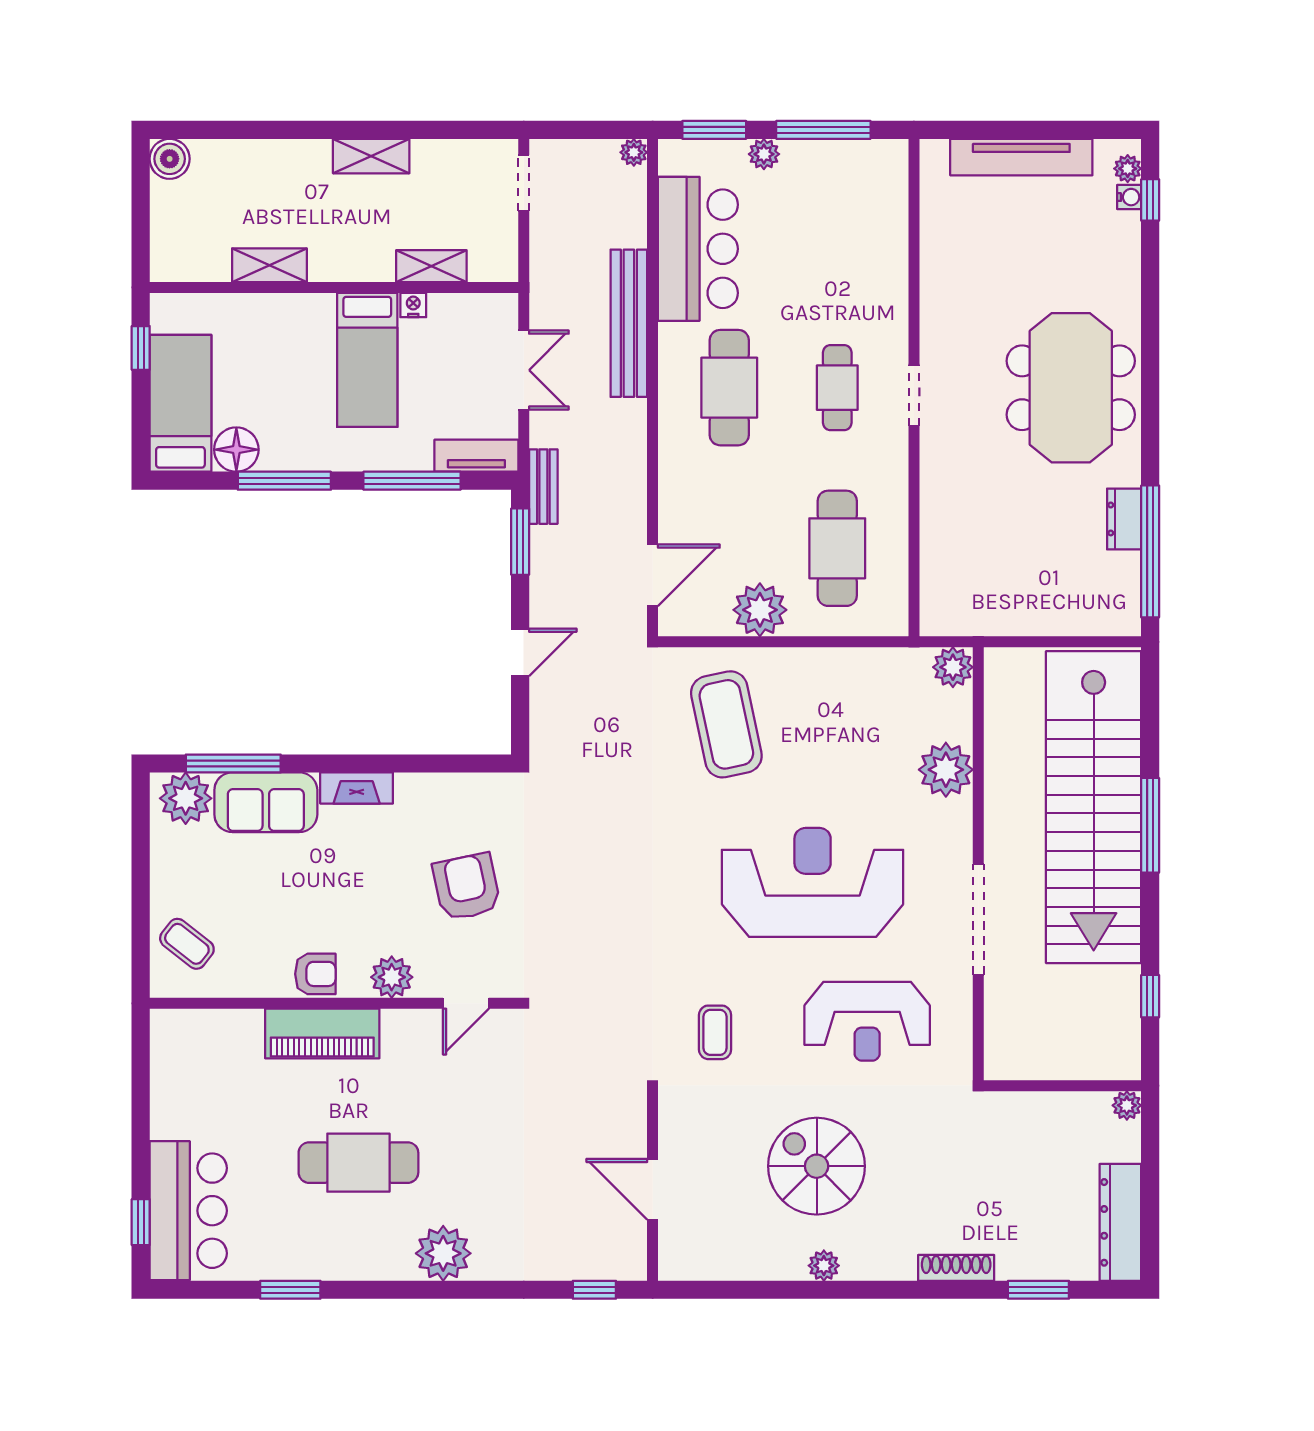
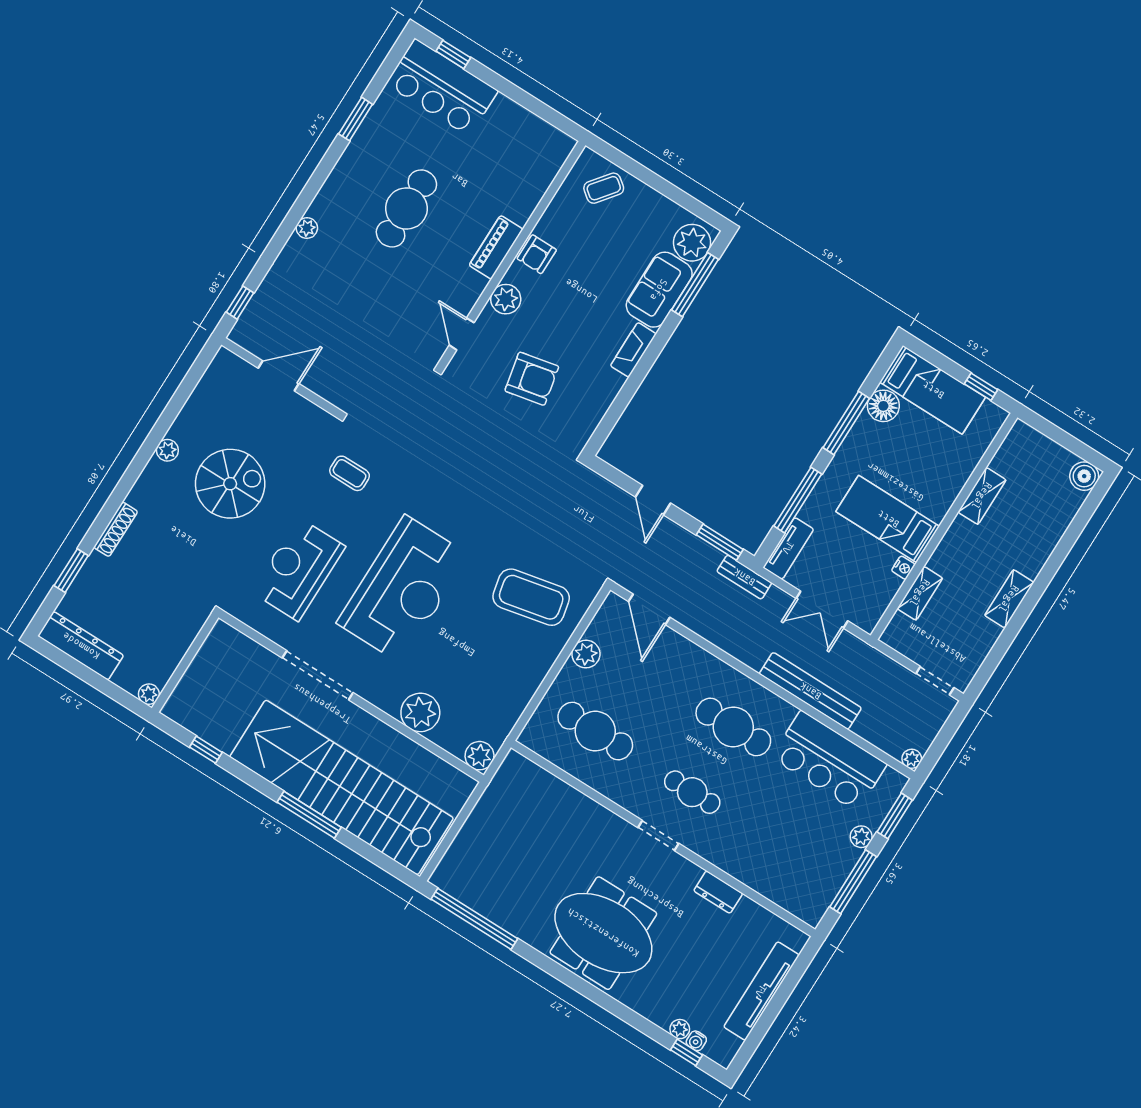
plant: (1128, 169) -> (680, 1029), moved
dresser: (1124, 519) -> (718, 892), moved, turned 180
plant: (760, 610) -> (586, 654), width x0.73, depth x0.73
piano: (322, 1034) -> (496, 247), width x0.73, depth x0.75
plant: (443, 1253) -> (307, 228), width x0.53, depth x0.53

